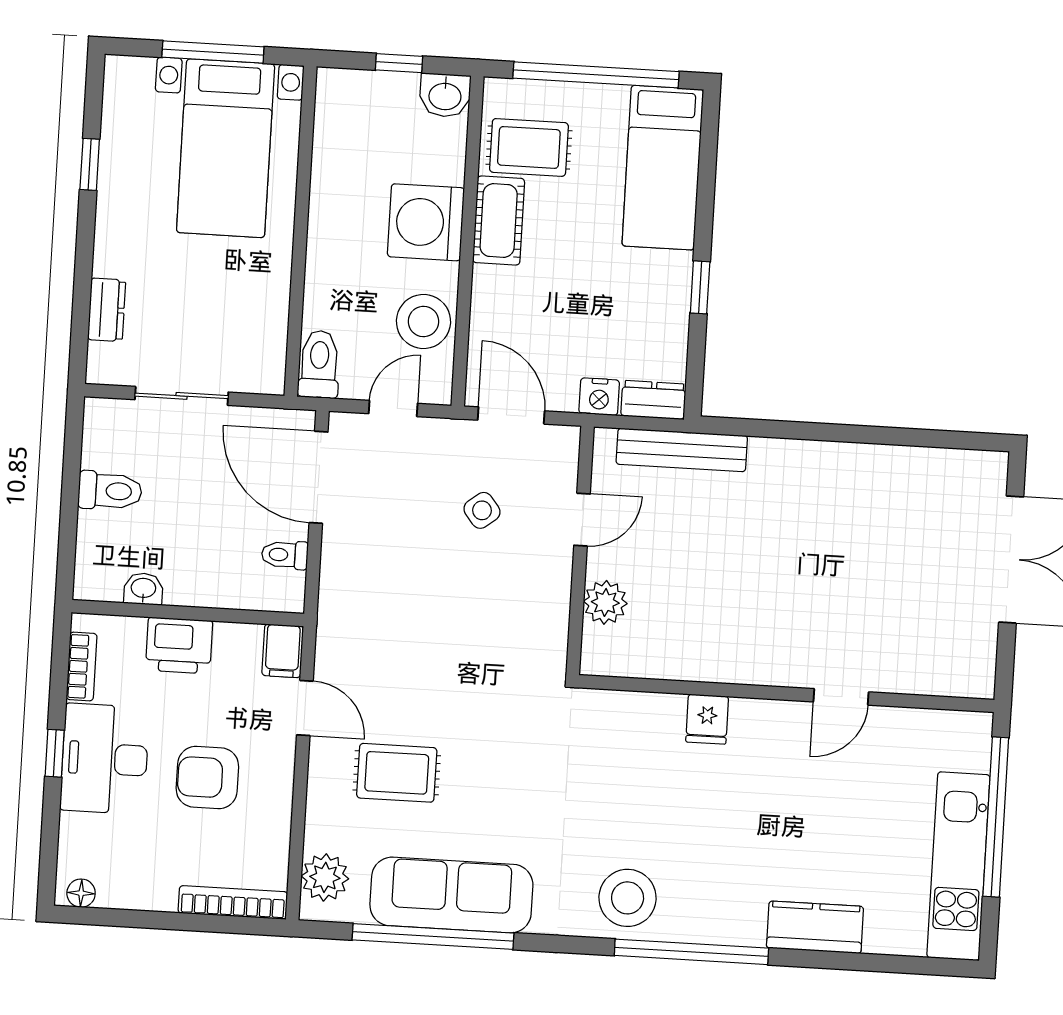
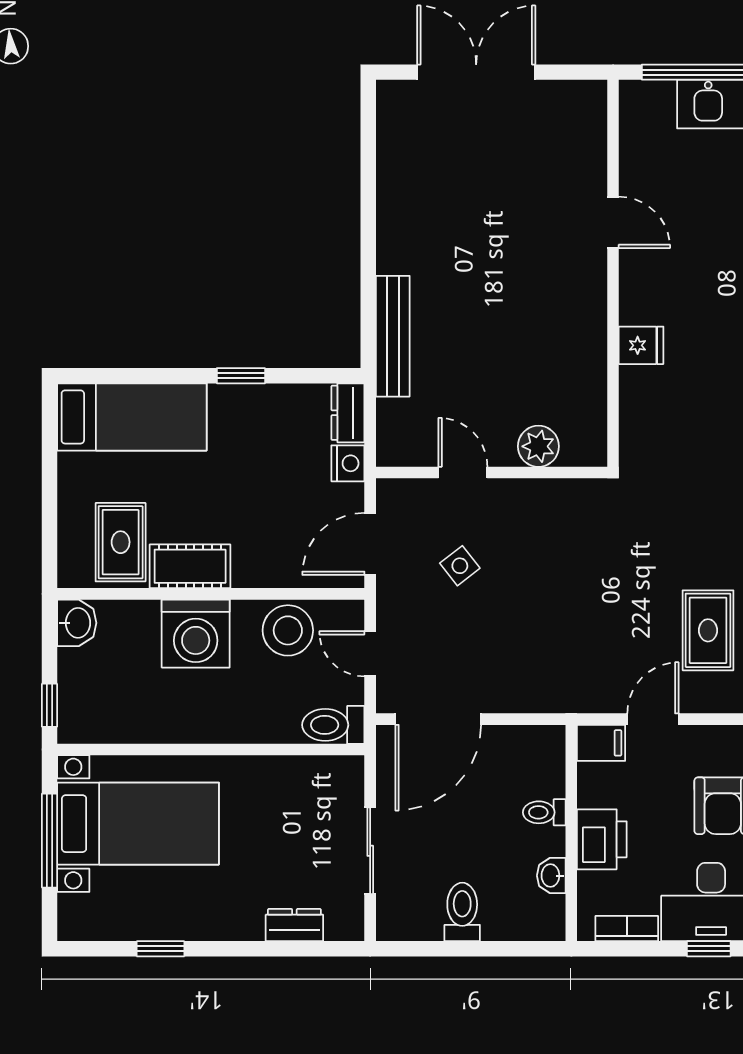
window: (399, 63) -> (50, 705), moved
window: (596, 75) -> (50, 484), removed
bench: (682, 450) -> (393, 336), moved
toilet: (285, 555) -> (544, 812), moved, turned 90

